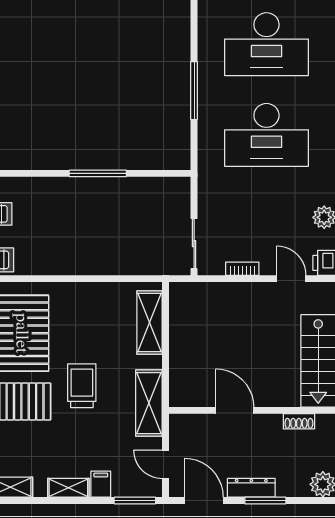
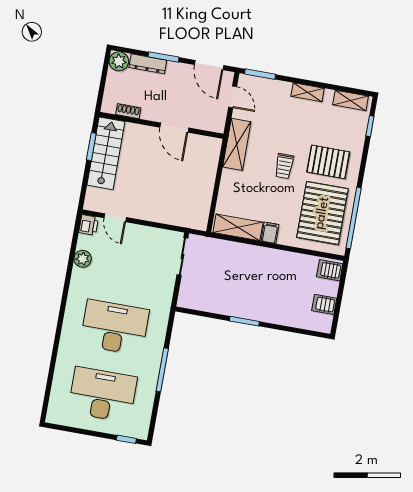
window: (98, 173) -> (244, 321), width x0.69
bookcase: (242, 269) -> (150, 232), removed
shelving: (150, 323) -> (238, 227), moved, turned 90
trolley: (82, 386) -> (284, 166), width x0.73, depth x0.72
filing cabinet: (101, 484) -> (270, 233), moved, turned 180
dresser: (251, 488) -> (148, 64), moved

